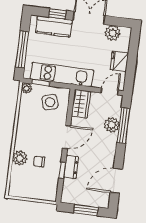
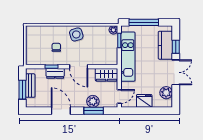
door: (110, 92) -> (119, 96), hinge flipped
side table: (50, 102) -> (76, 34), moved
window: (123, 125) -> (94, 111), width x0.69
plant: (20, 158) -> (57, 32), removed
door: (116, 181) -> (61, 111), moved
bench: (82, 200) -> (30, 86), added

